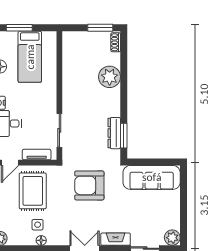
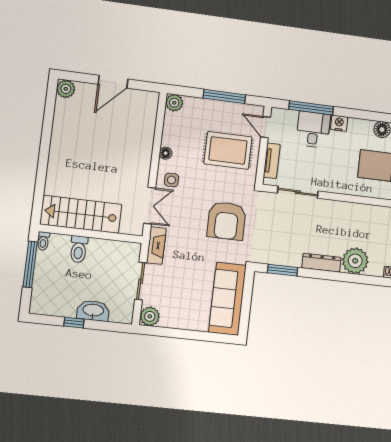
dresser: (114, 133) -> (321, 263), moved
armchair: (89, 185) -> (227, 221), turned 180
side table: (38, 225) -> (172, 180), moved

